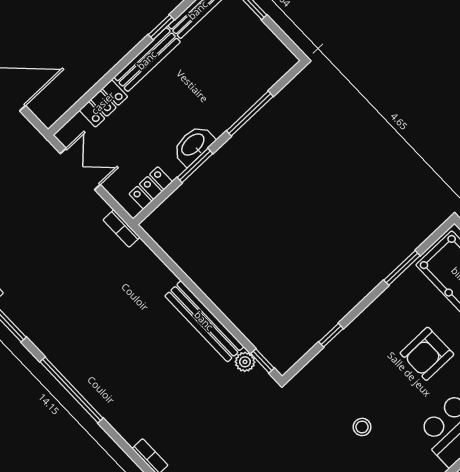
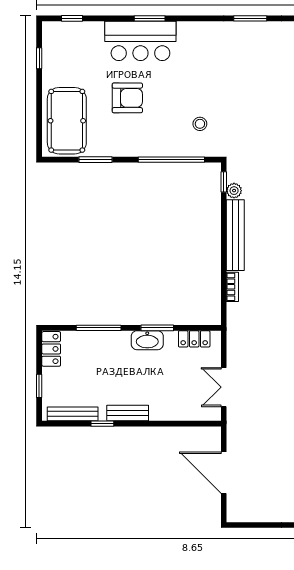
bench: (147, 60) -> (128, 413), width x0.73
locker: (103, 103) -> (51, 349), moved, turned 90
bookcase: (121, 229) -> (232, 287), moved
window: (331, 335) -> (171, 160), width x3.17
stool: (362, 427) -> (200, 124), moved

